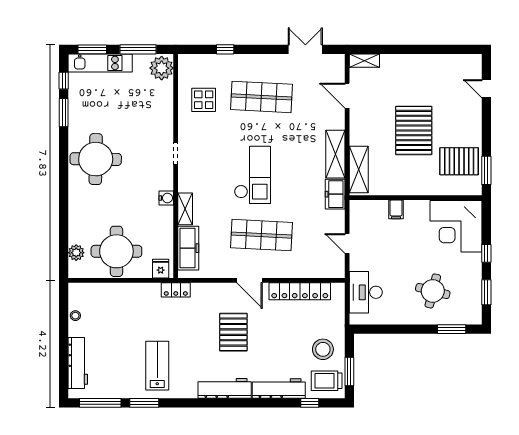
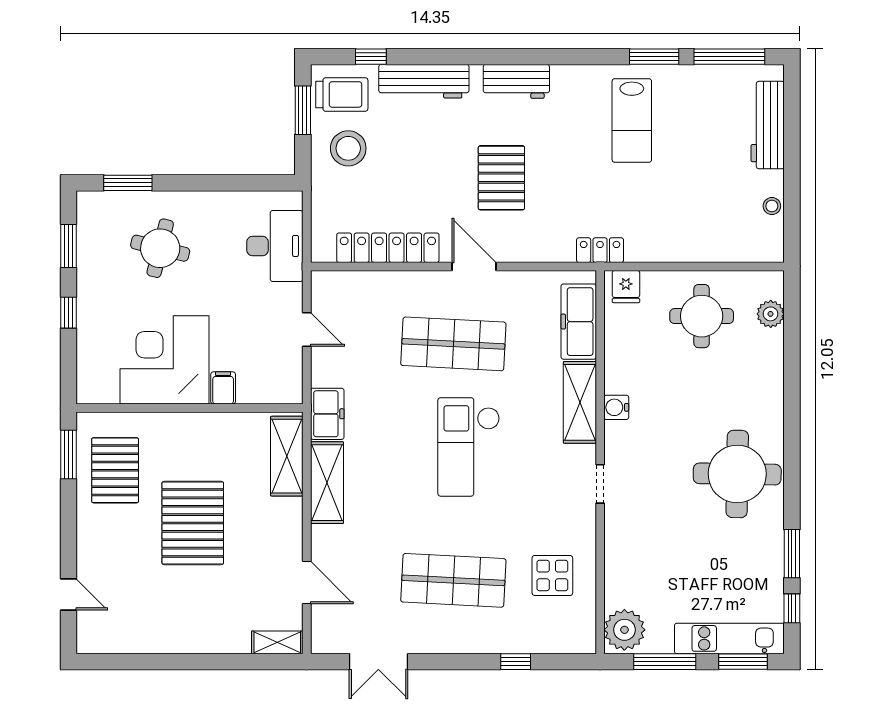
pallet: (459, 161) -> (115, 470), turned 90
shelving: (185, 209) -> (580, 402), width x1.50, depth x1.33
corner desk: (456, 226) -> (165, 360), moved, turned -90
round table: (116, 251) -> (702, 316), width x0.73, depth x0.73
workbench: (225, 388) -> (516, 81), width x0.73

